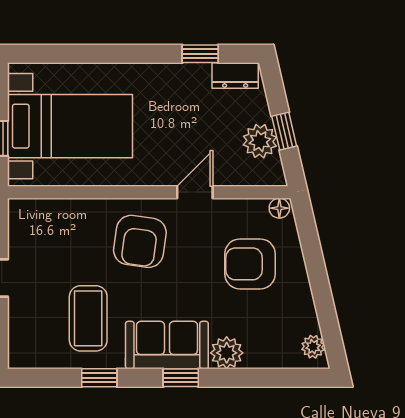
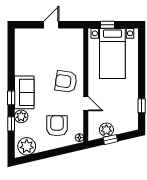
dresser: (235, 75) -> (133, 120), removed
coffee table: (88, 318) -> (35, 61), removed
plant: (313, 347) -> (27, 146), width x1.87, depth x1.87
window: (99, 378) -> (11, 124), moved

